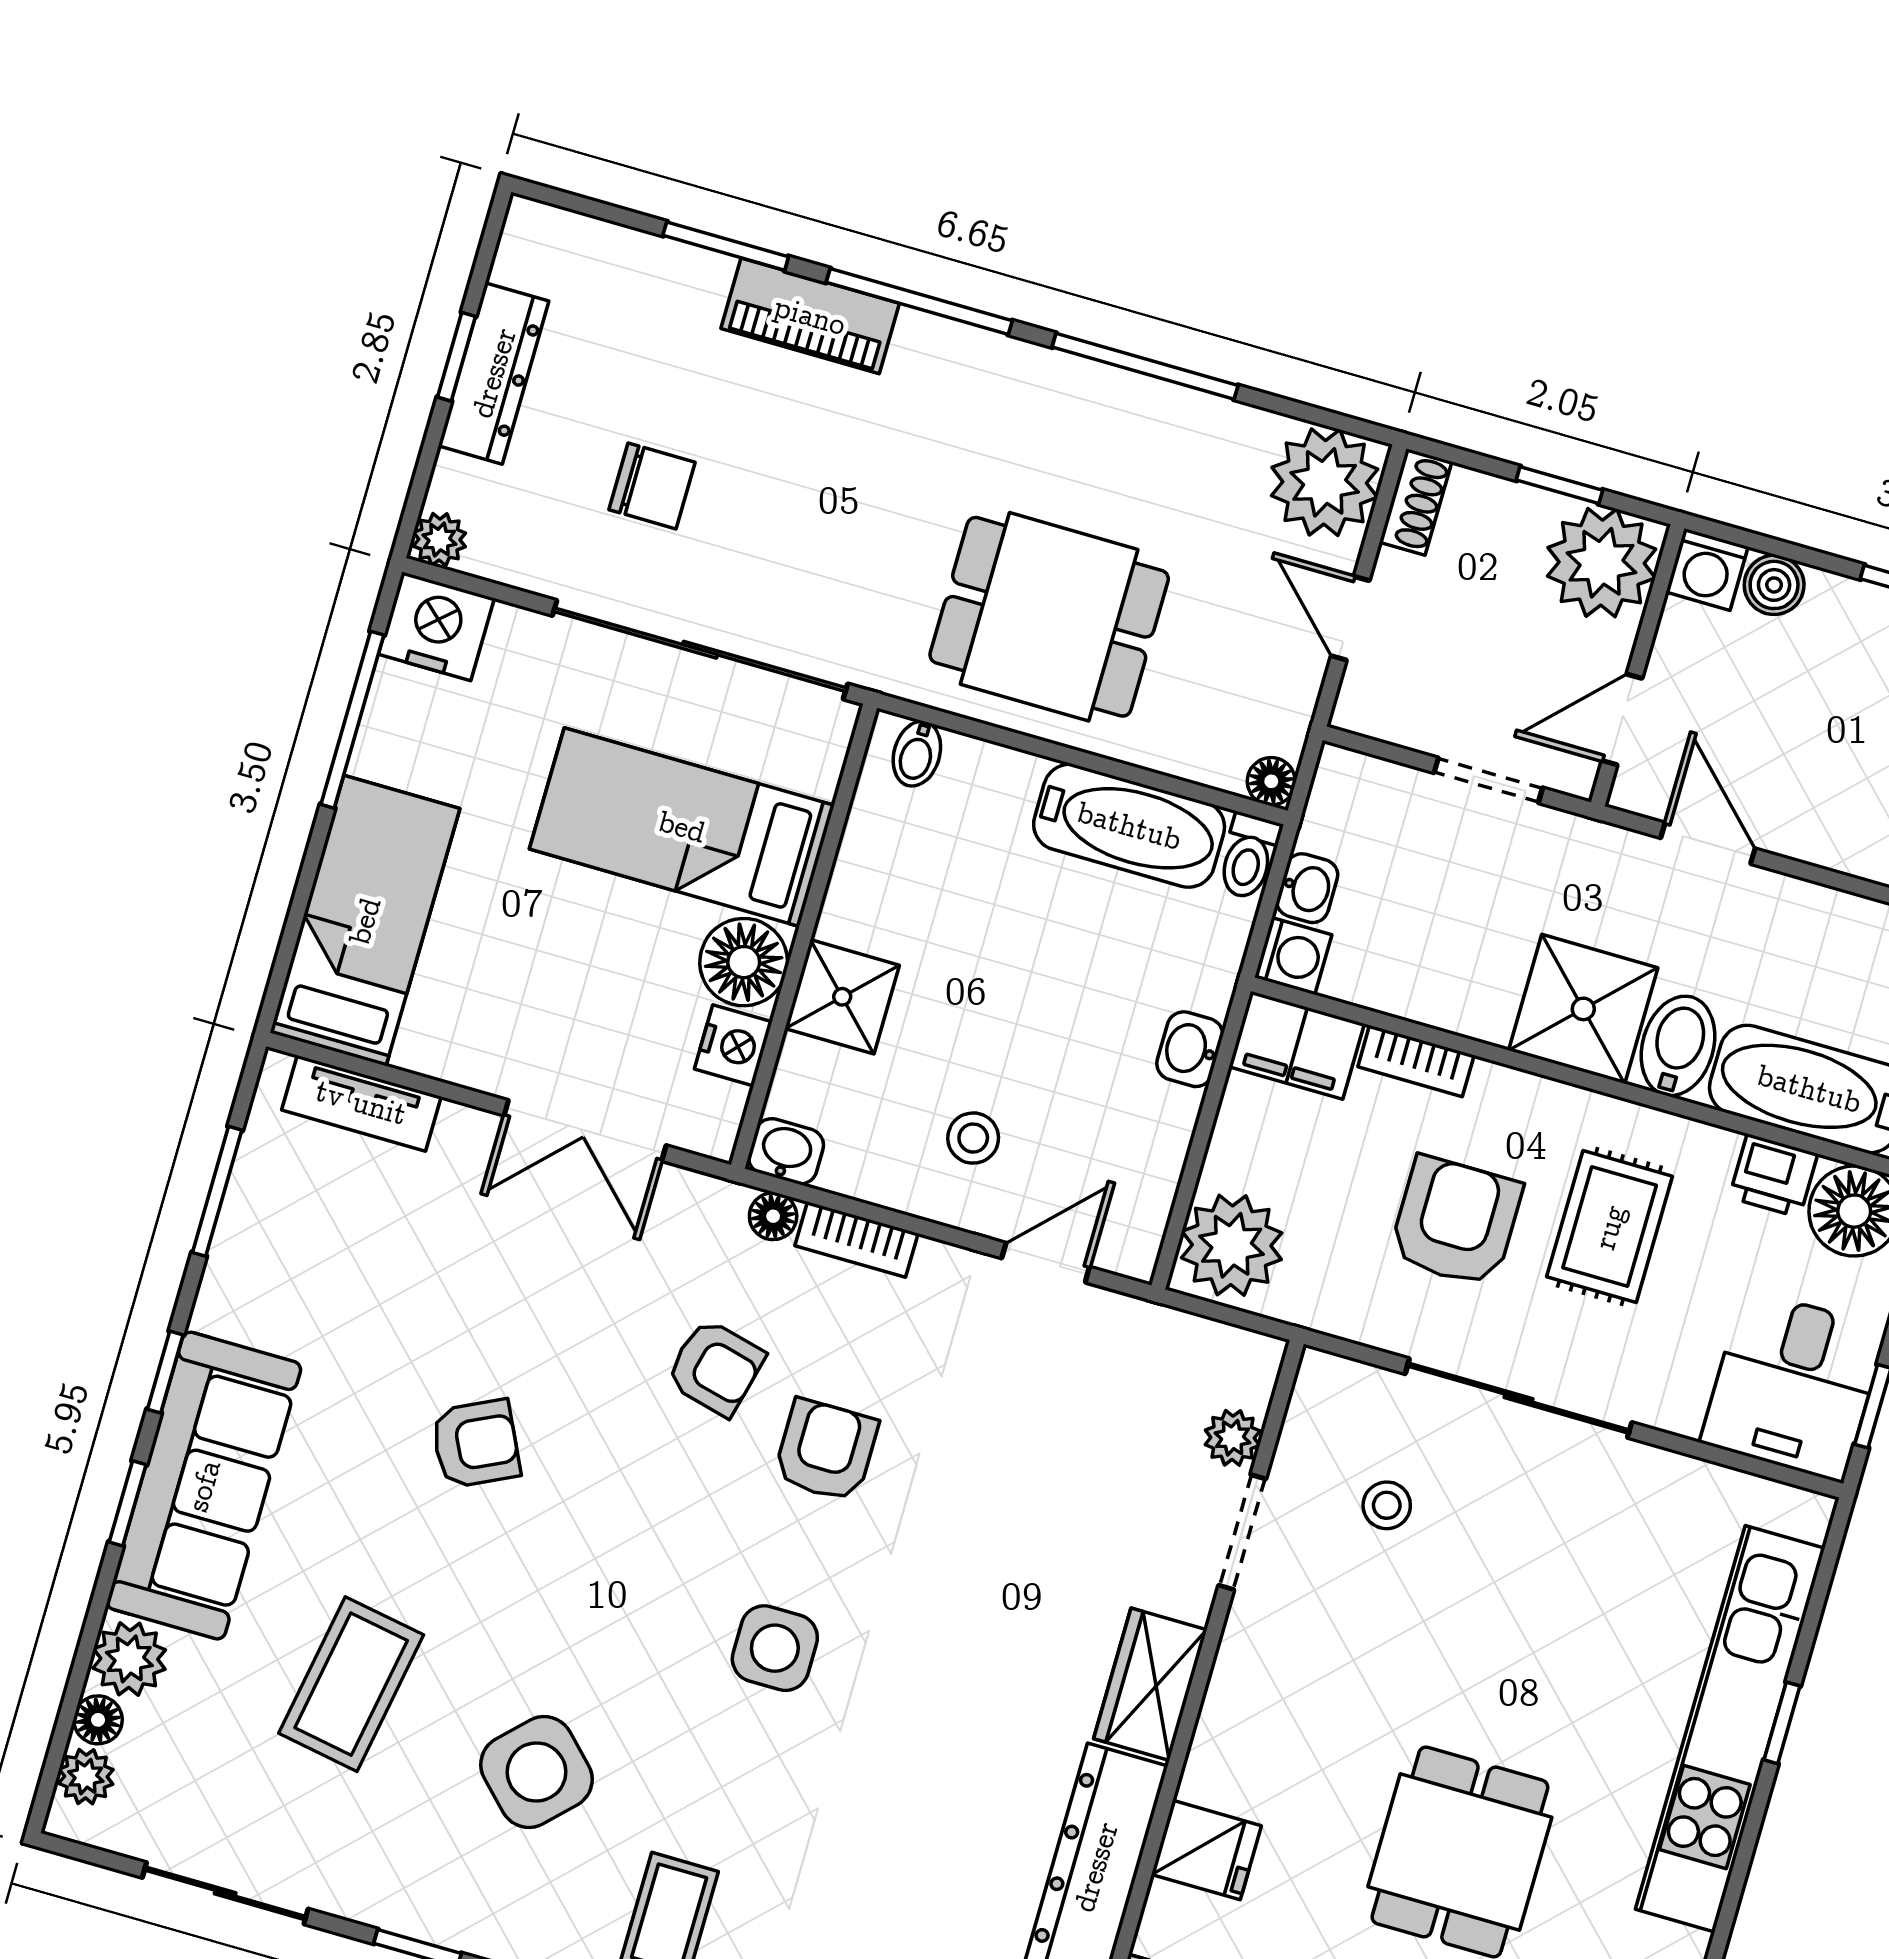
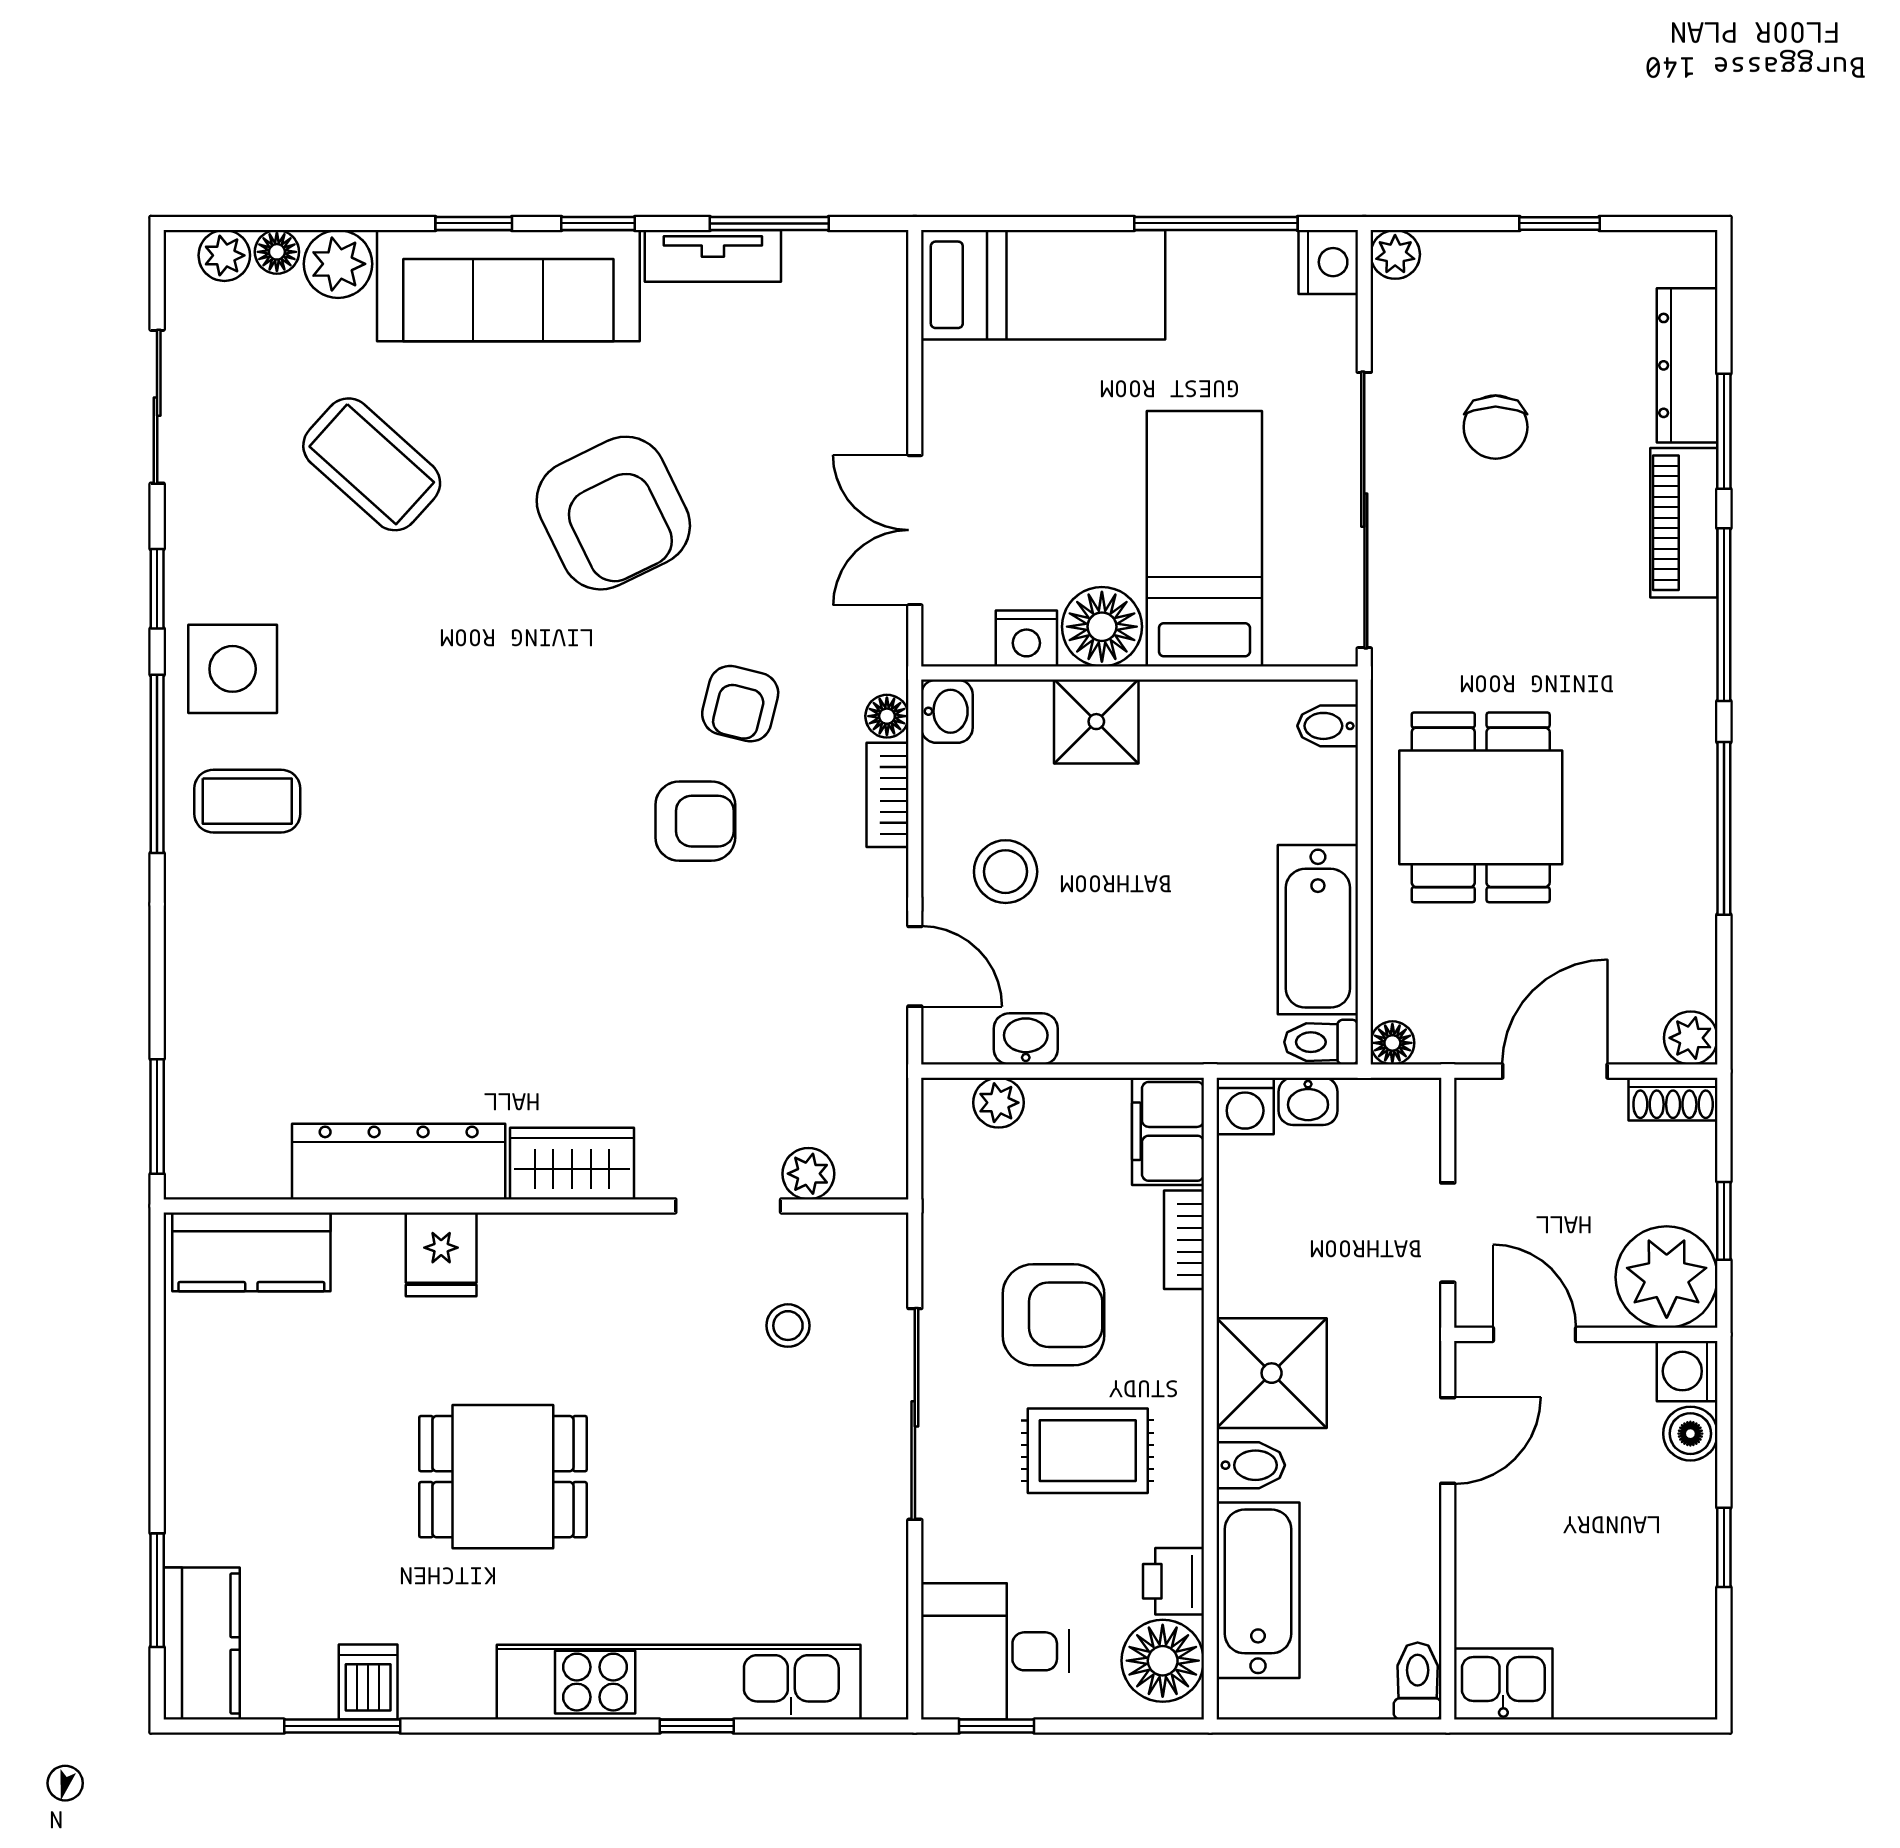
dresser: (494, 373) -> (1687, 365), moved, turned 90
plant: (1325, 482) -> (1691, 1038), width x0.53, depth x0.53
door: (1350, 618) -> (1555, 1071), width x1.38
nightstand: (436, 626) -> (1328, 262), width x0.74, depth x0.75
bidet: (1678, 1046) -> (1251, 1465), width x0.72, depth x0.74
washbasin: (1190, 1049) -> (1026, 1039), moved
tv unit: (361, 1103) -> (713, 256), moved, turned -90
stool: (973, 1138) -> (1006, 872), width x1.37, depth x1.37
plant: (1232, 1245) -> (999, 1103), width x0.53, depth x0.53
armchair: (476, 1444) -> (613, 513), width x1.88, depth x1.88
side table: (775, 1648) -> (509, 826), removed
coffee table: (351, 1684) -> (372, 464), turned 32
side table: (536, 1772) -> (233, 669), moved, turned 45

